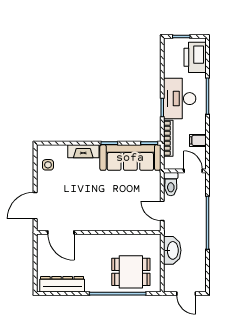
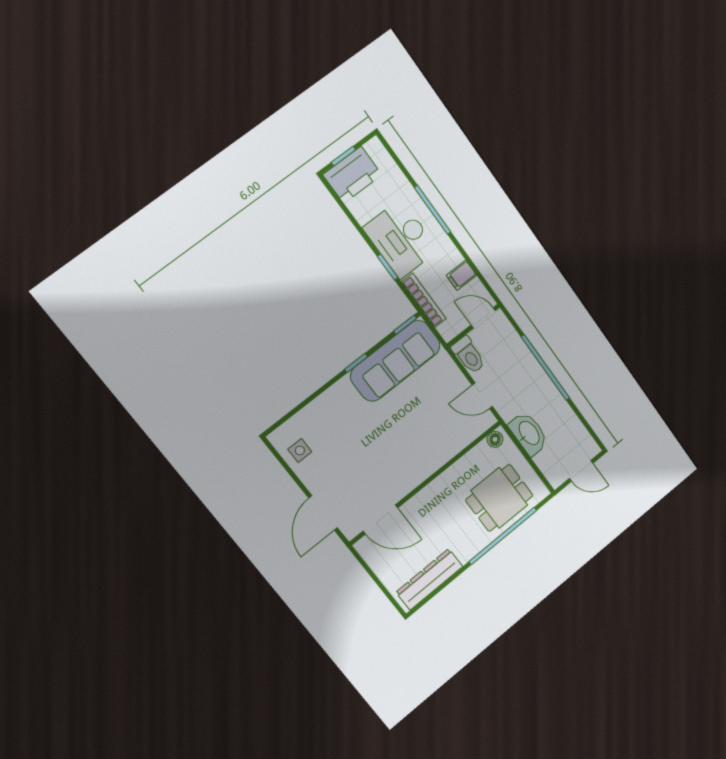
printer: (195, 57) -> (352, 175), moved, turned -90
fireplace: (83, 151) -> (331, 399), removed
floor lamp: (152, 239) -> (495, 439), added

